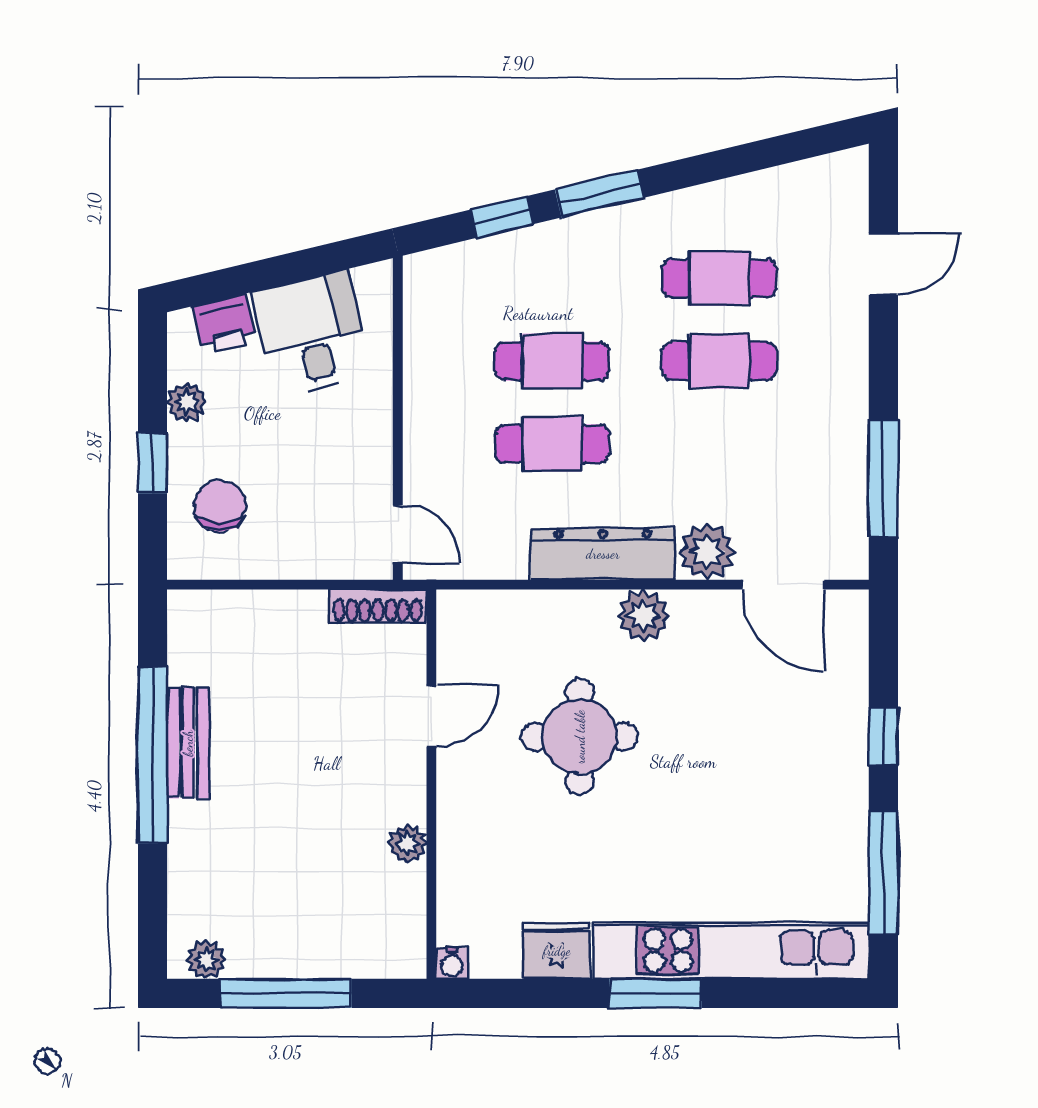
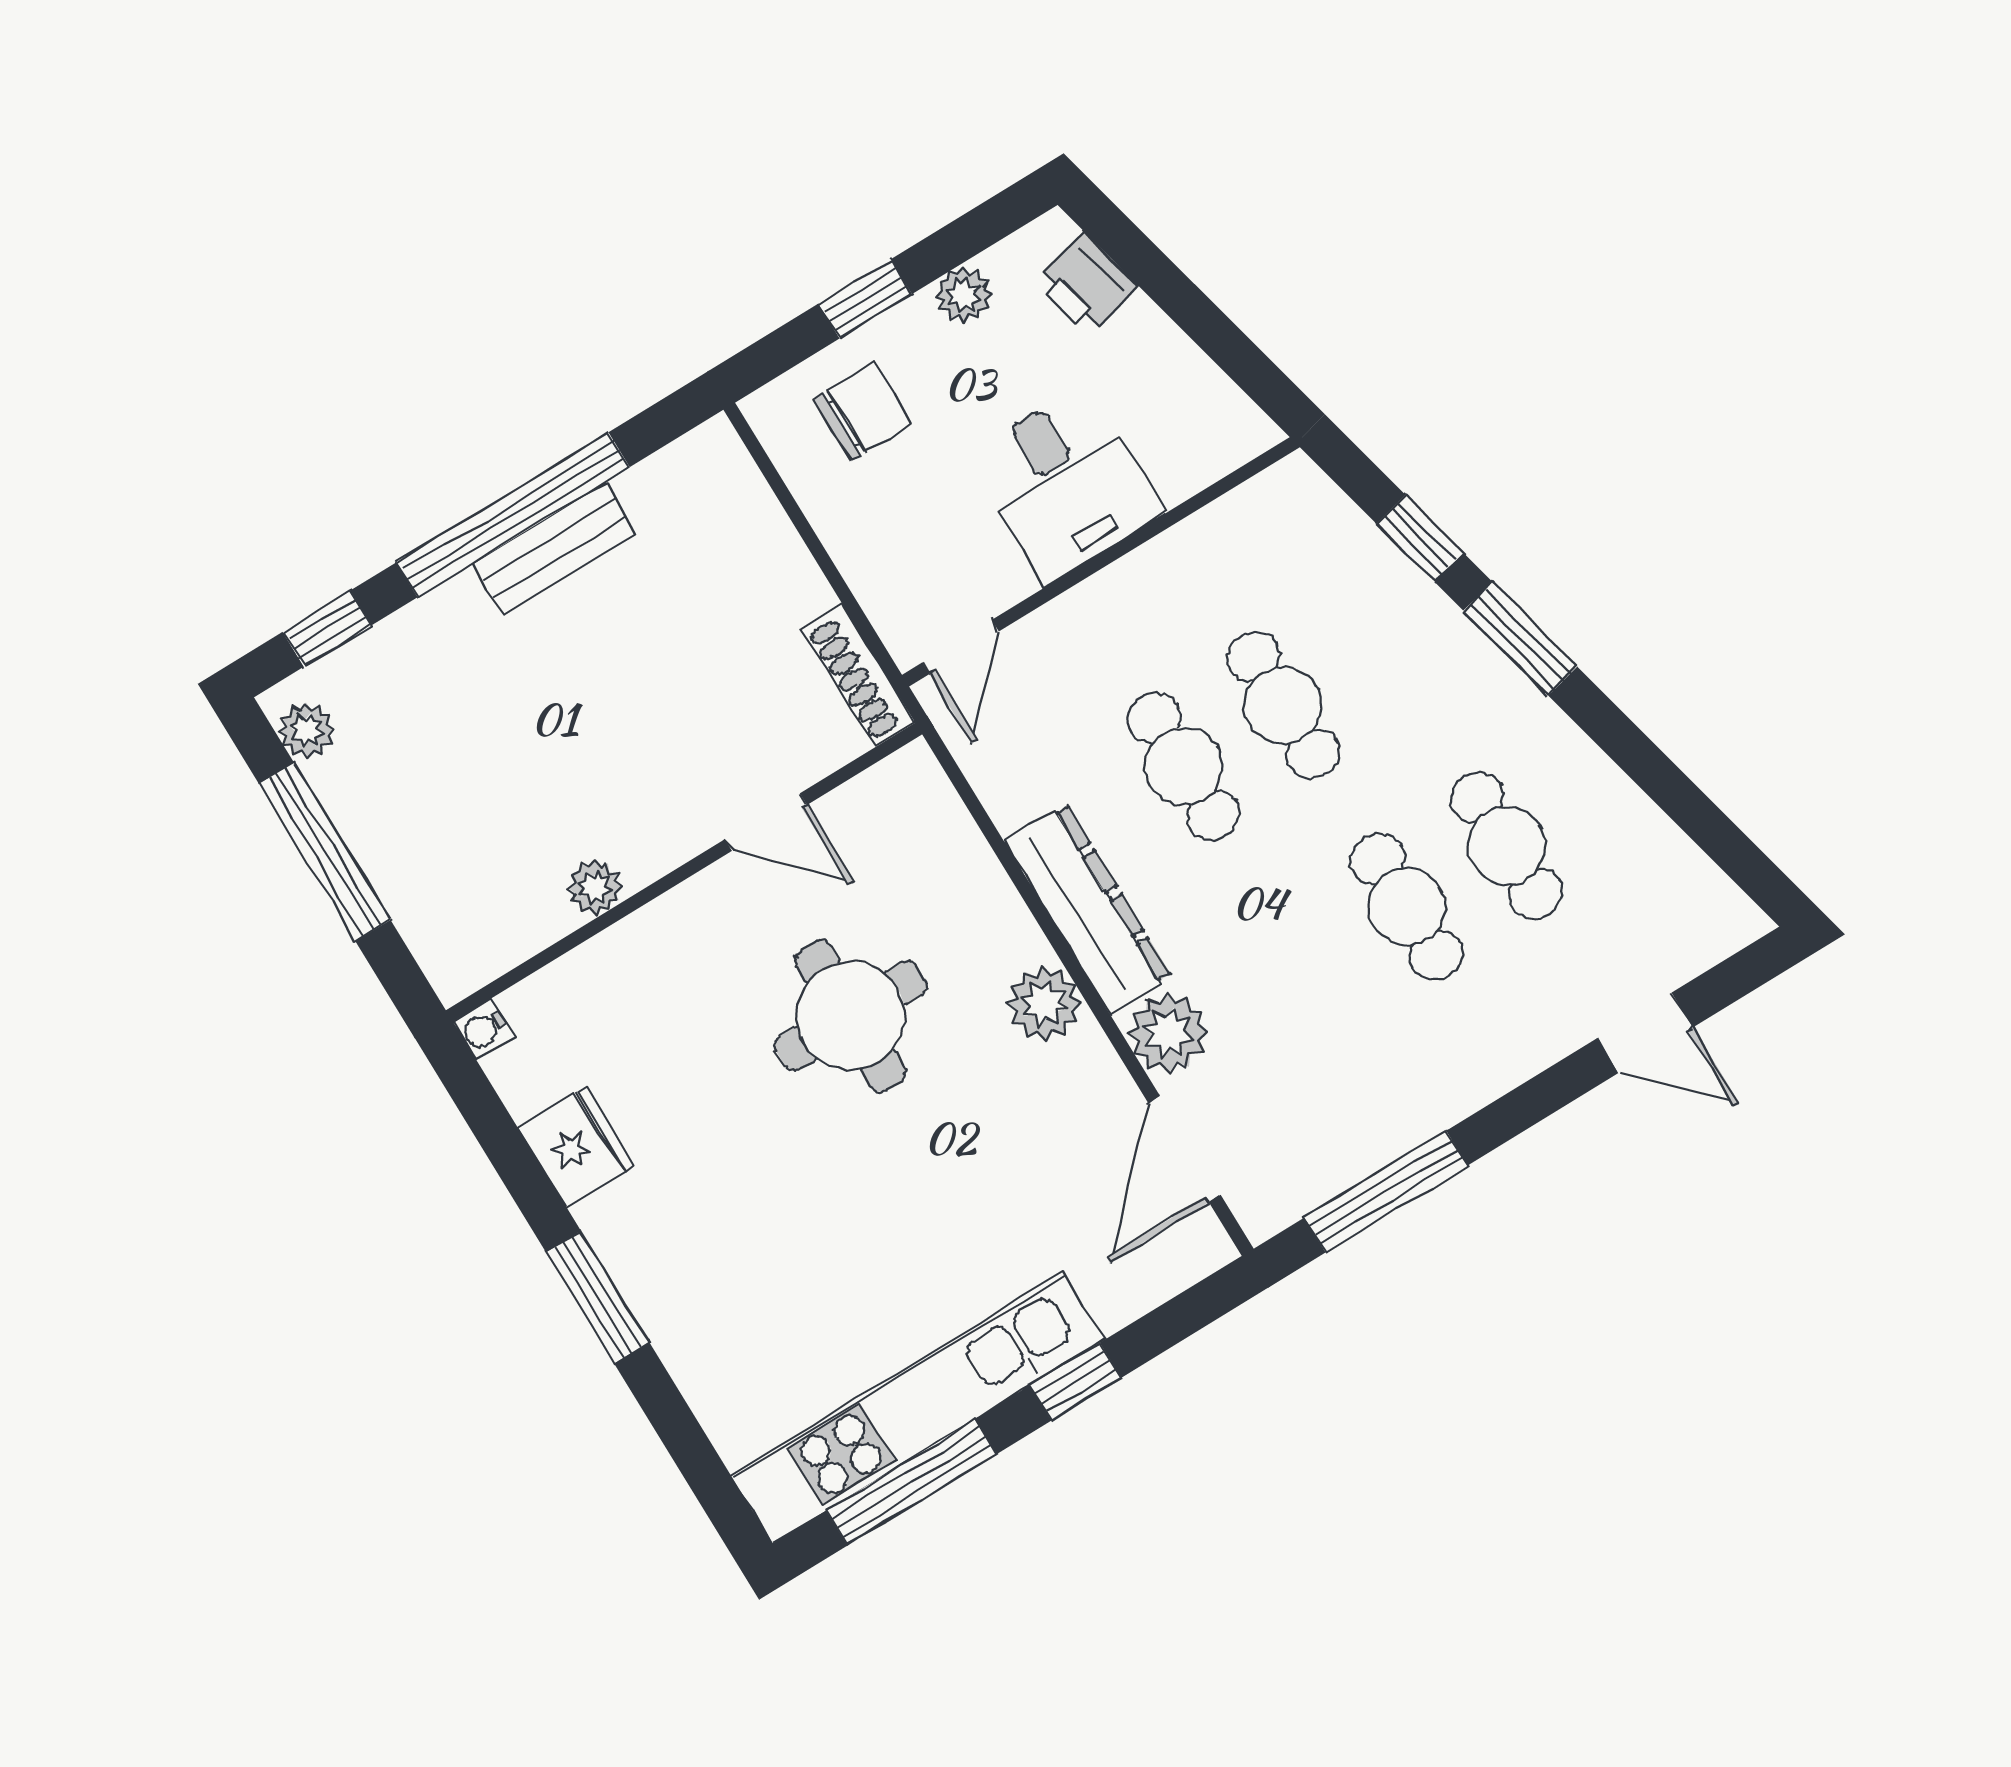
desk: (312, 333) -> (1066, 484), moved, turned 104
window: (153, 910) -> (327, 629), added
kitchen unit: (731, 950) -> (917, 1408), moved, turned -90

